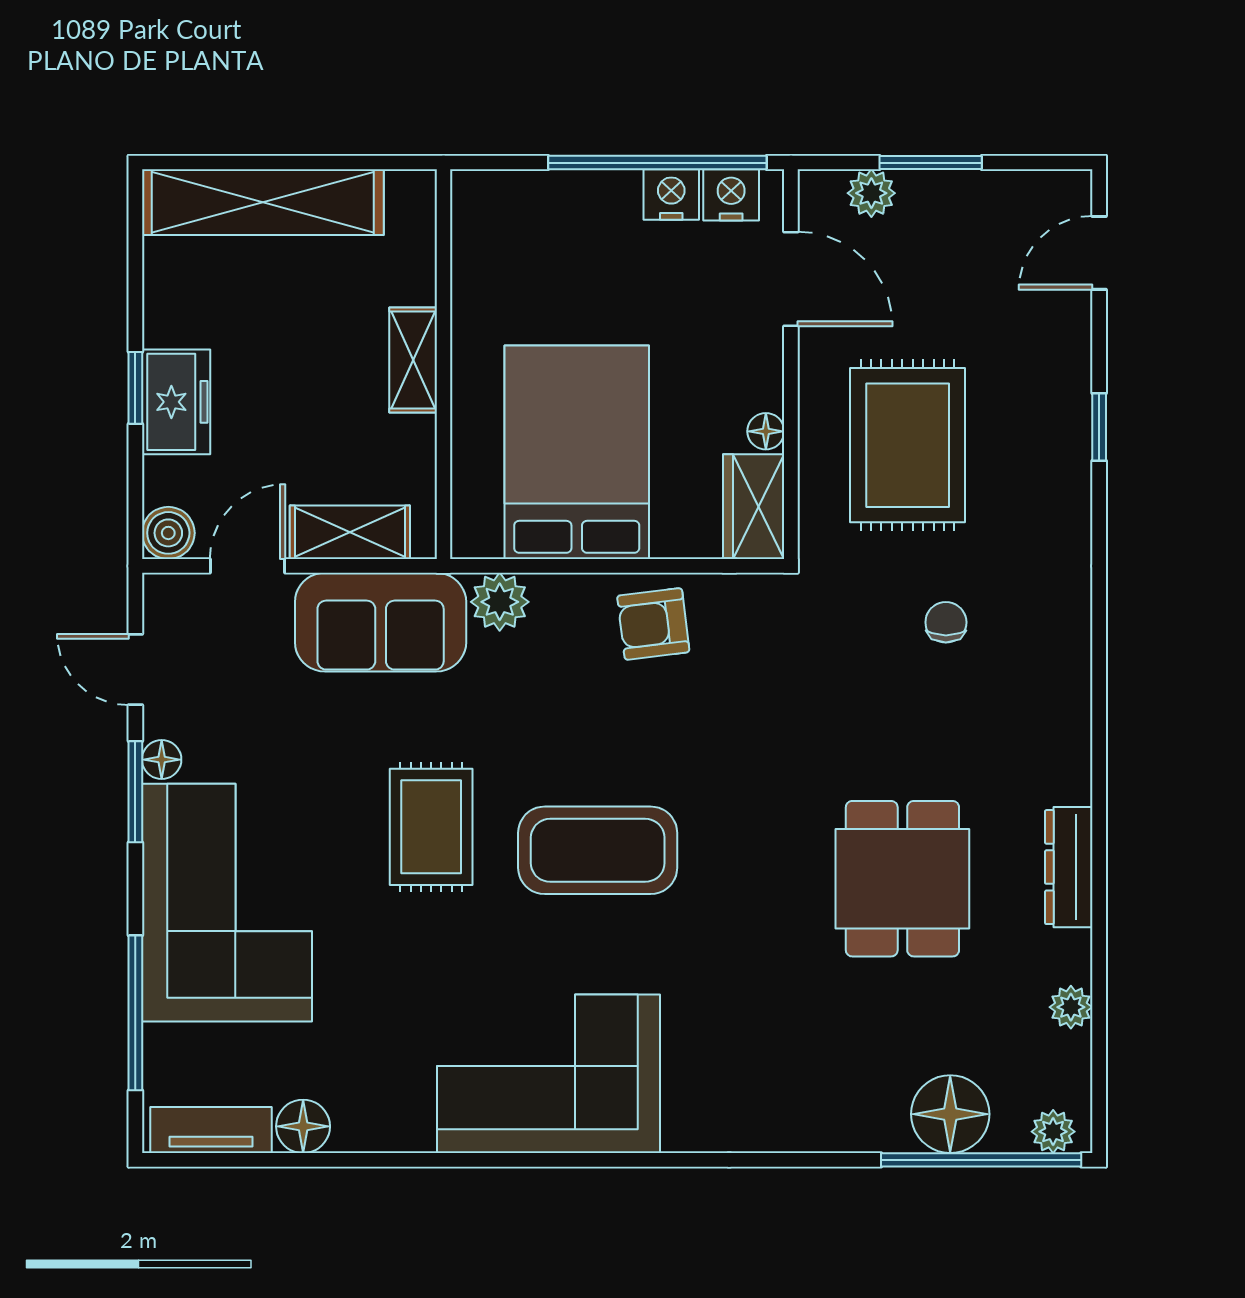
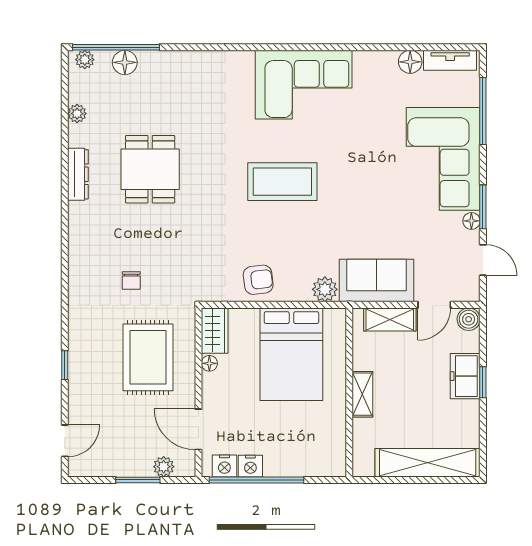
rug: (431, 827) -> (355, 192), removed
floor lamp: (950, 1114) -> (125, 62), width x0.73, depth x0.73

